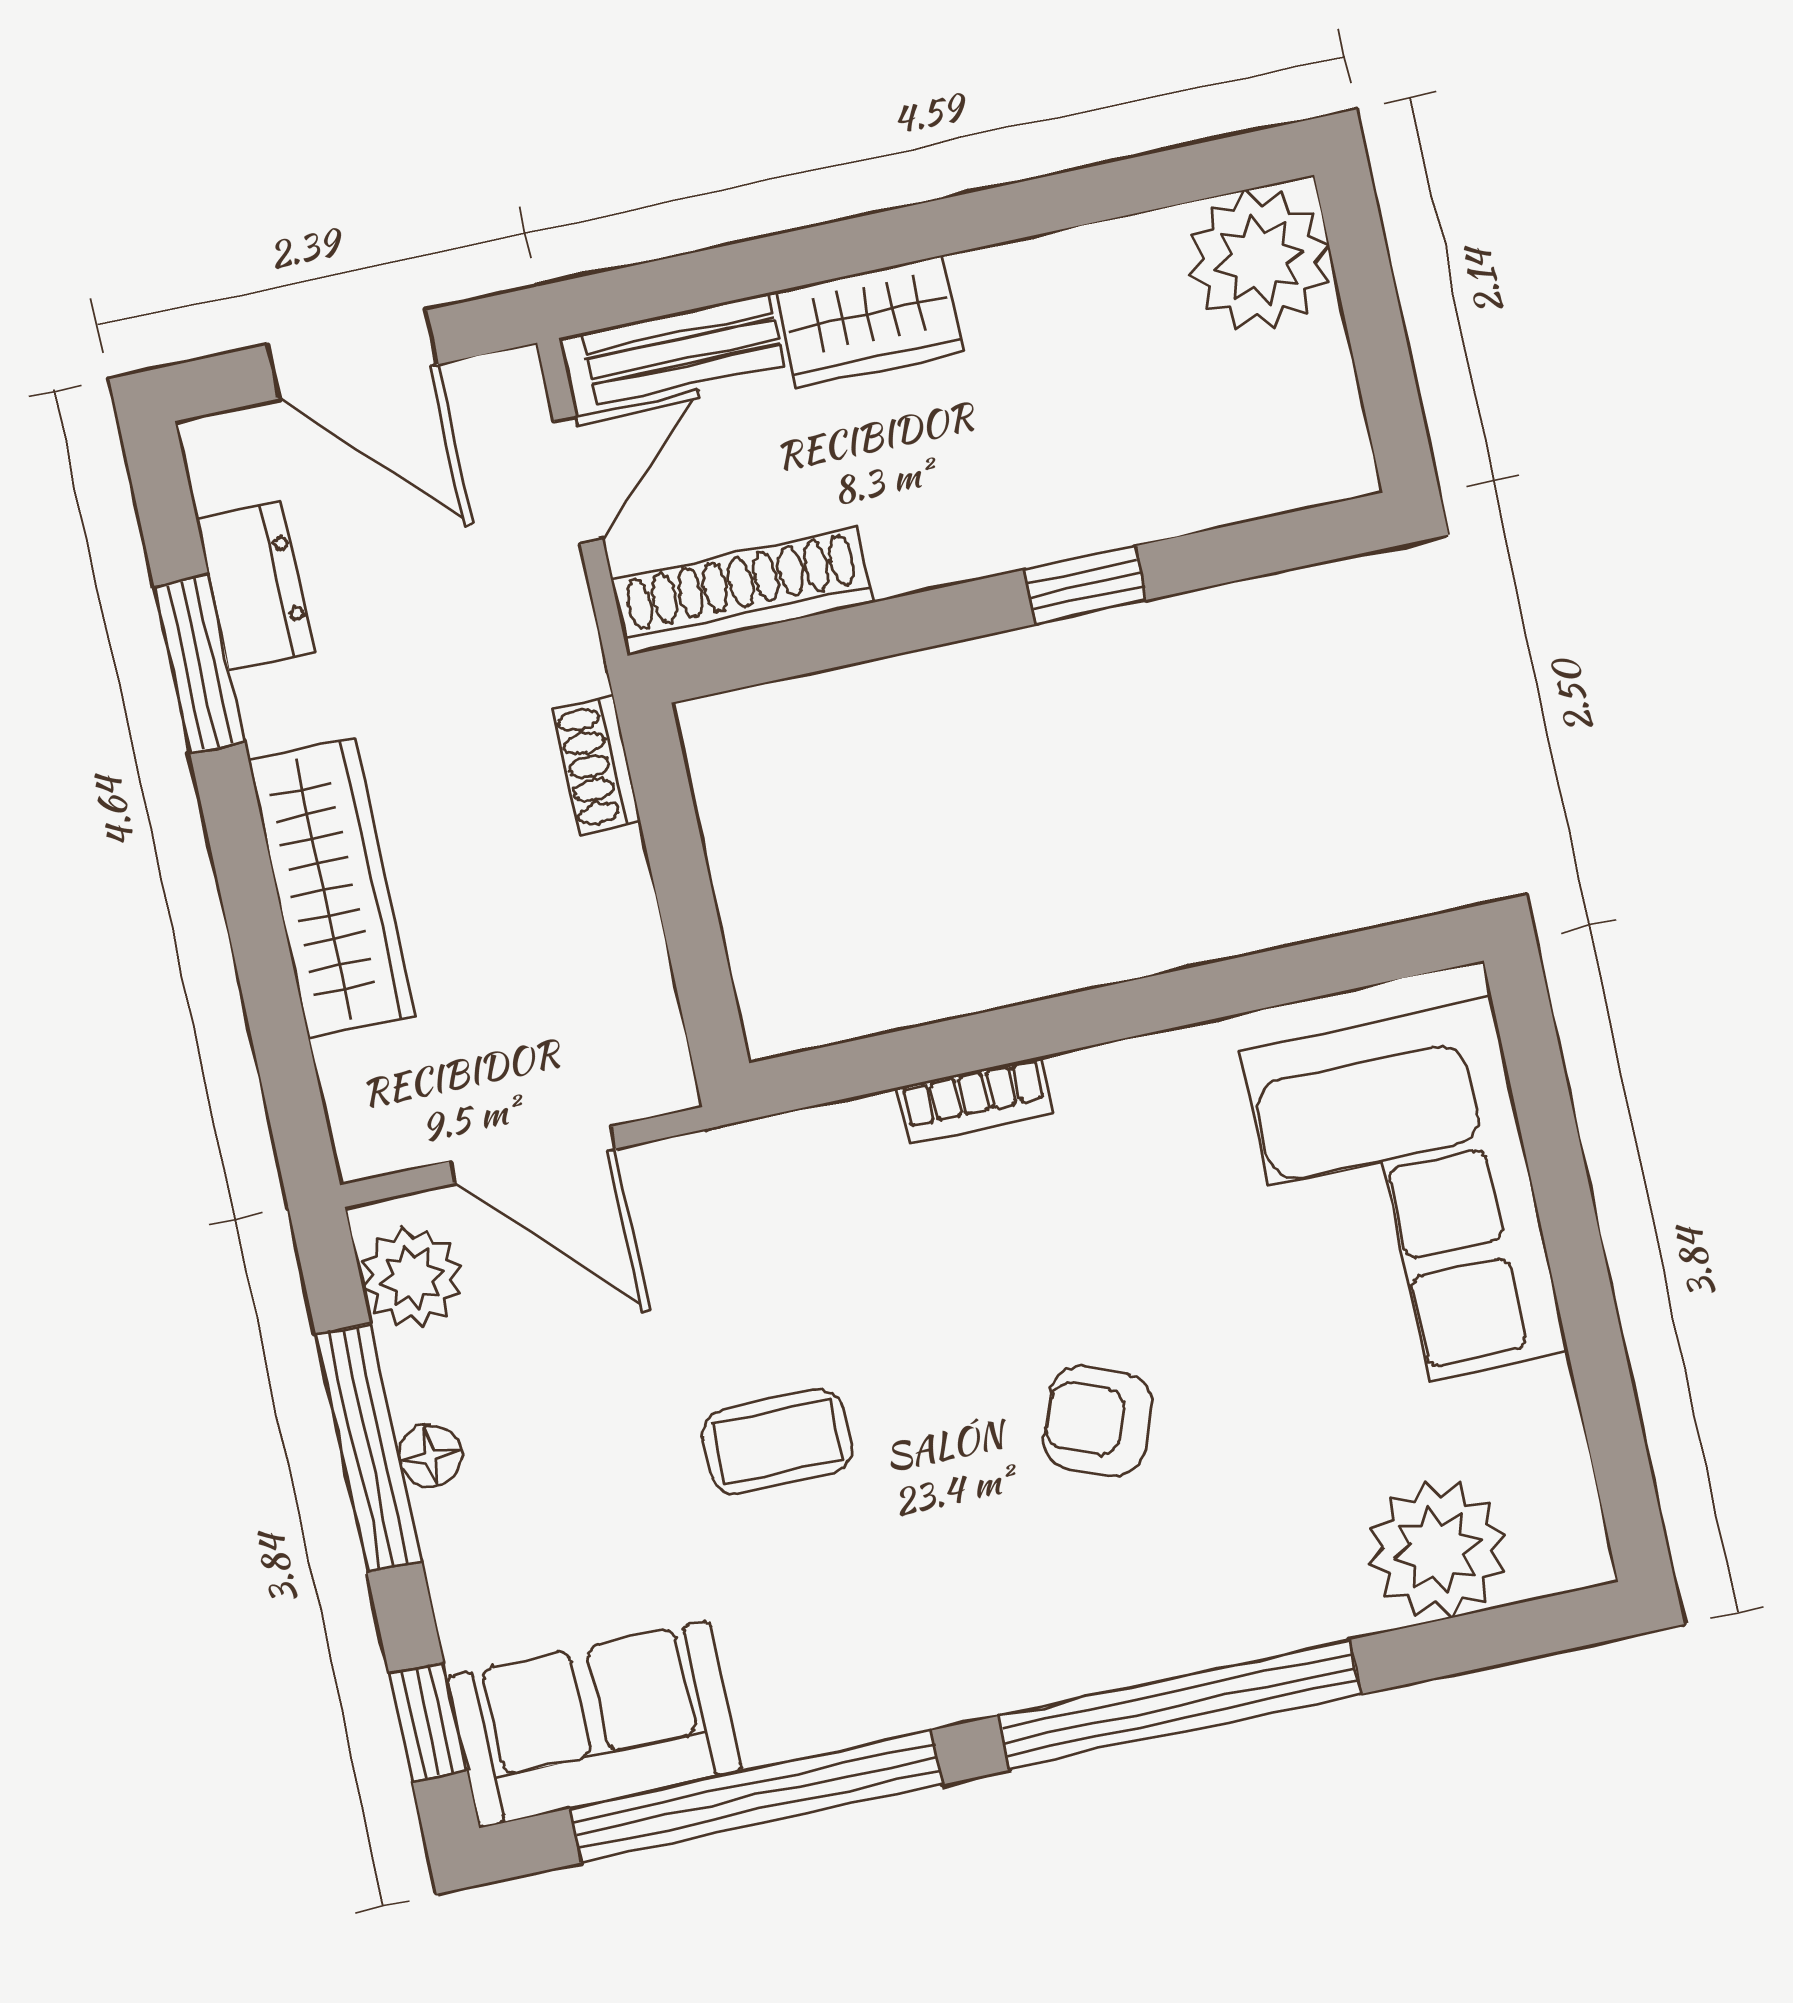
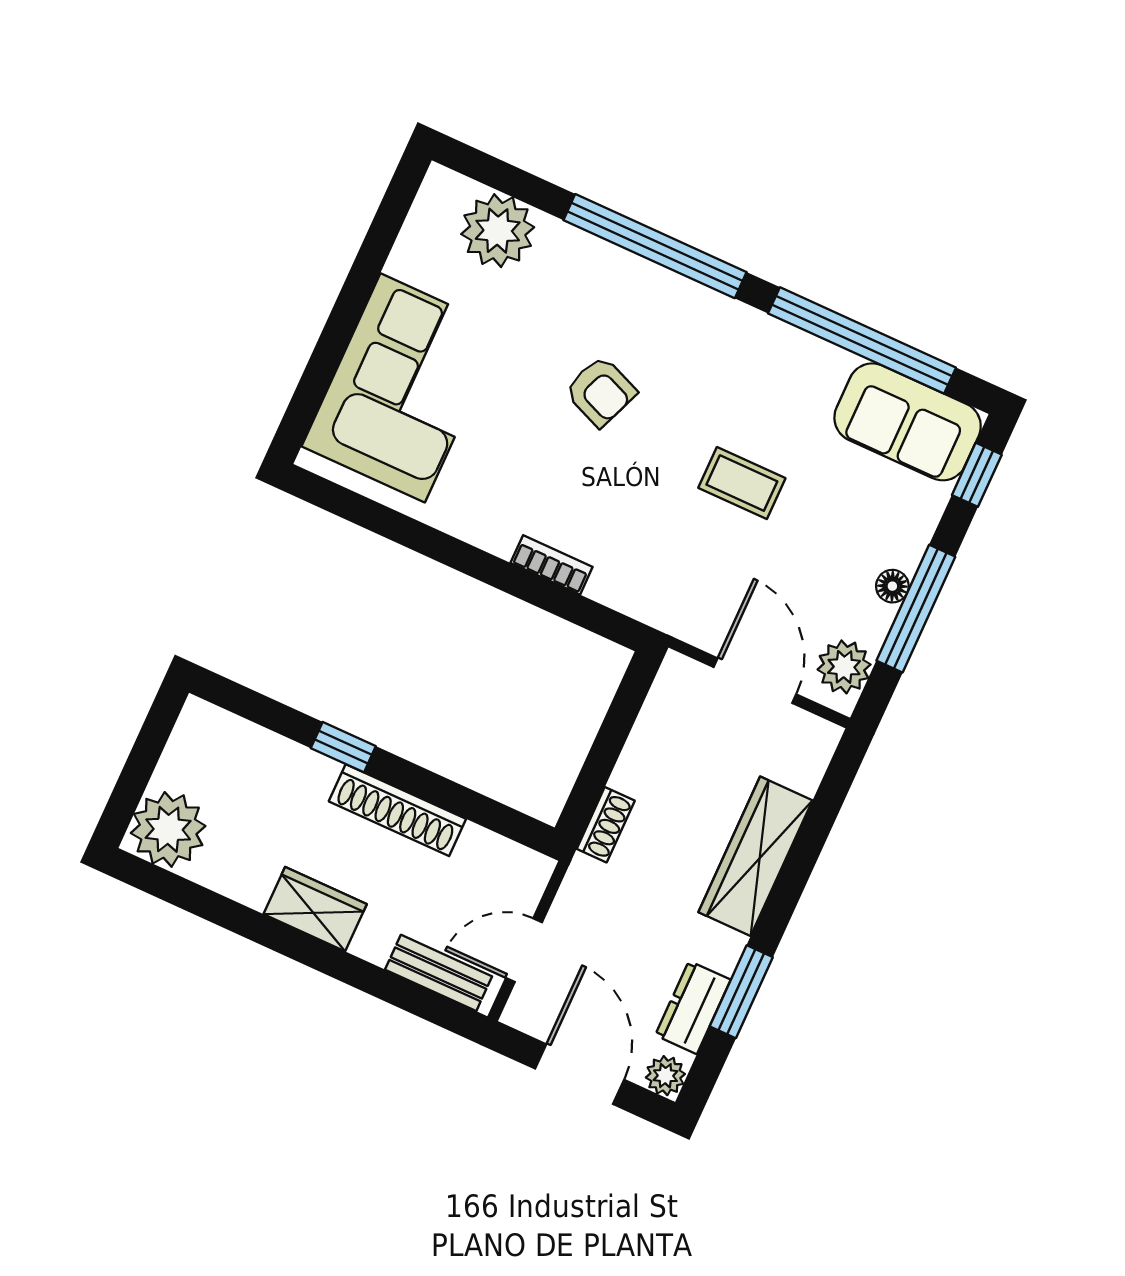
wardrobe: (870, 322) -> (315, 909), moved
plant: (220, 450) -> (665, 1076), added
shoe rack: (742, 591) -> (397, 810), moved

